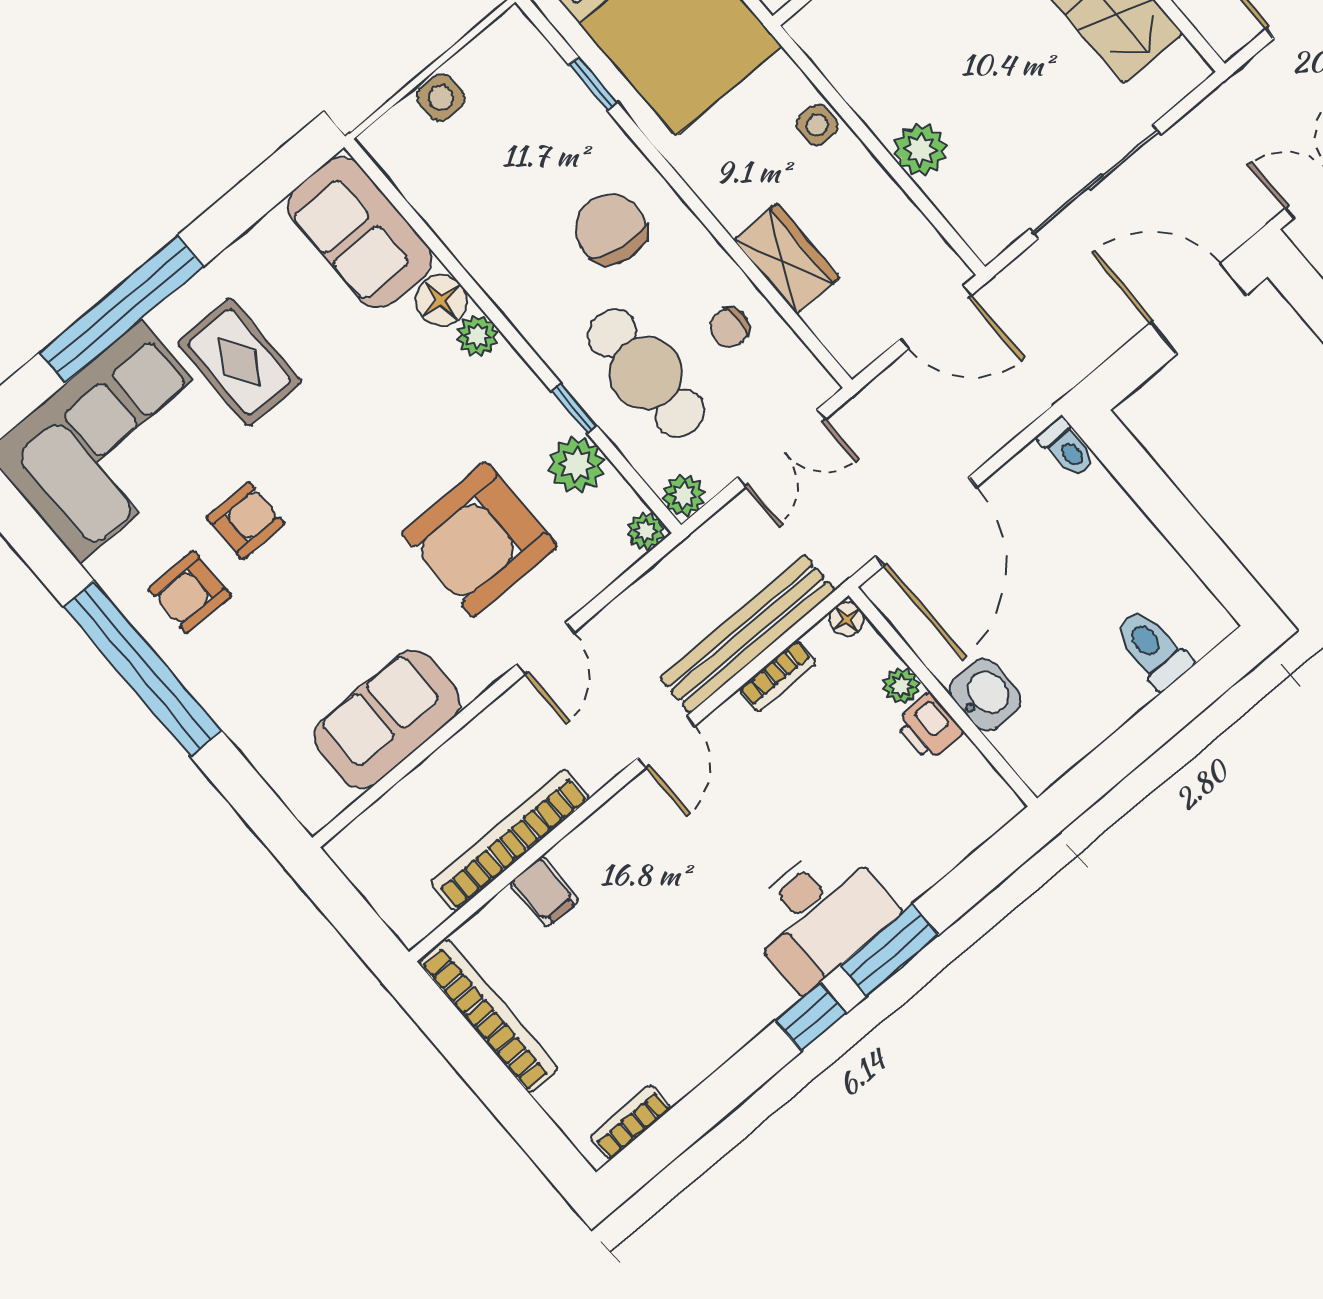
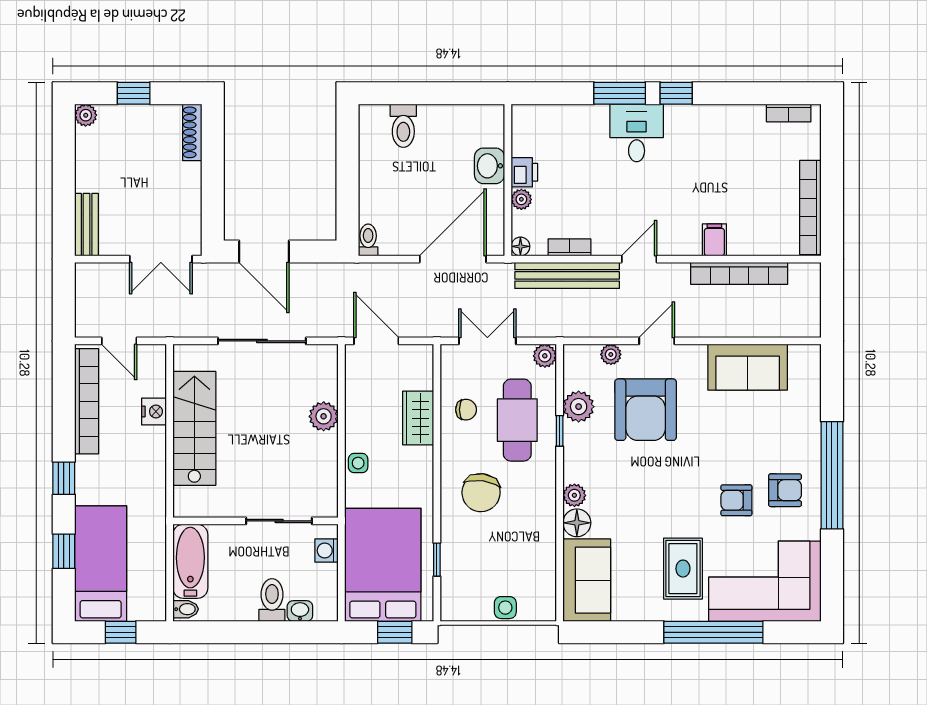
plant: (645, 531) -> (611, 354), moved
armchair: (479, 539) -> (646, 410), turned 90
filing cabinet: (544, 892) -> (714, 240), moved
desk: (819, 915) -> (637, 133), width x0.73

